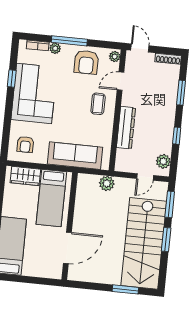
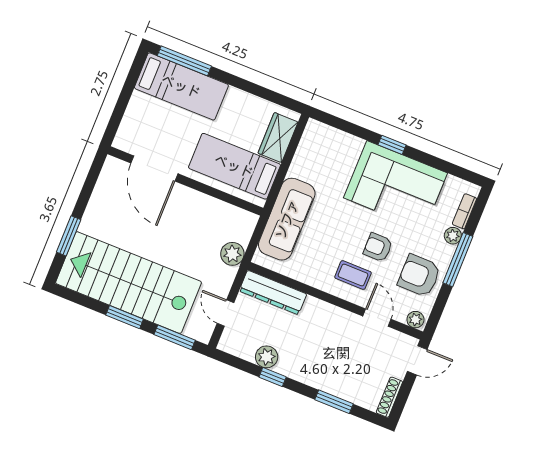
window: (12, 78) -> (392, 145), moved
dresser: (126, 128) -> (273, 293), moved
armchair: (25, 144) -> (378, 247), moved
plant: (163, 161) -> (267, 357), moved

